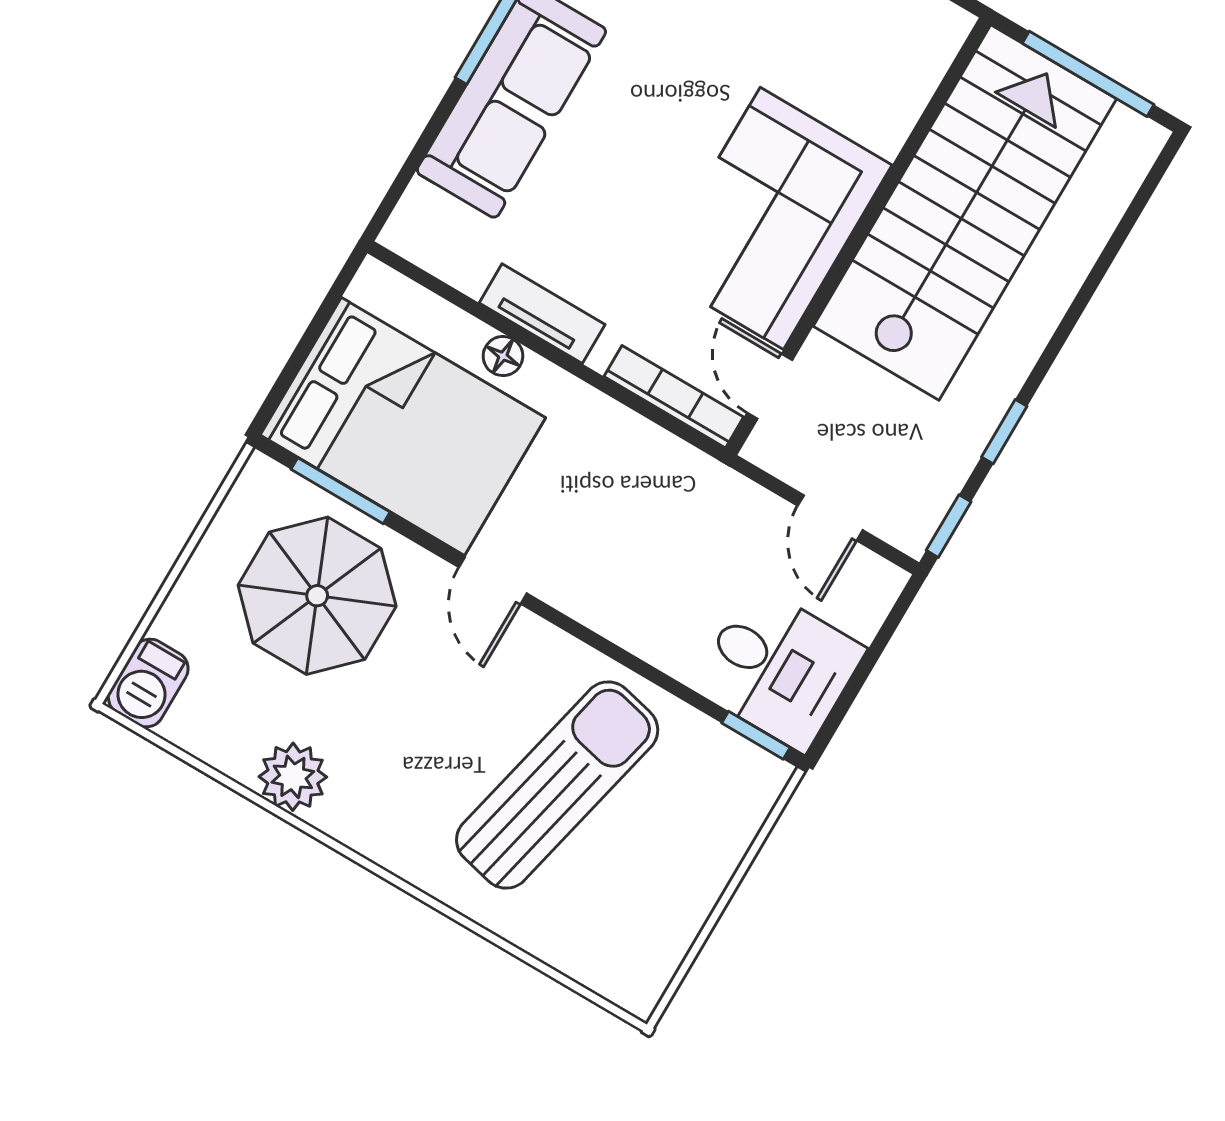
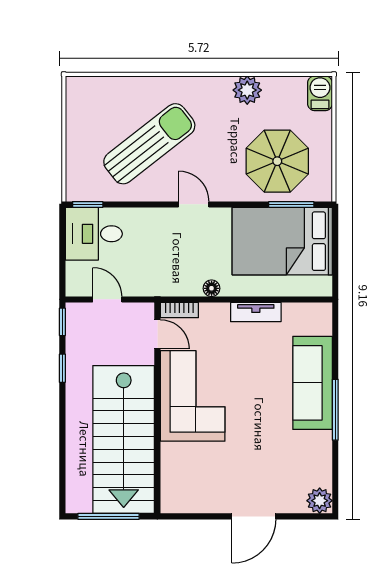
floor lamp: (503, 356) -> (212, 288), moved
bookcase: (674, 397) -> (179, 310), width x0.64
door: (493, 580) -> (194, 204), moved
sun lounger: (557, 785) -> (149, 144), turned -141

